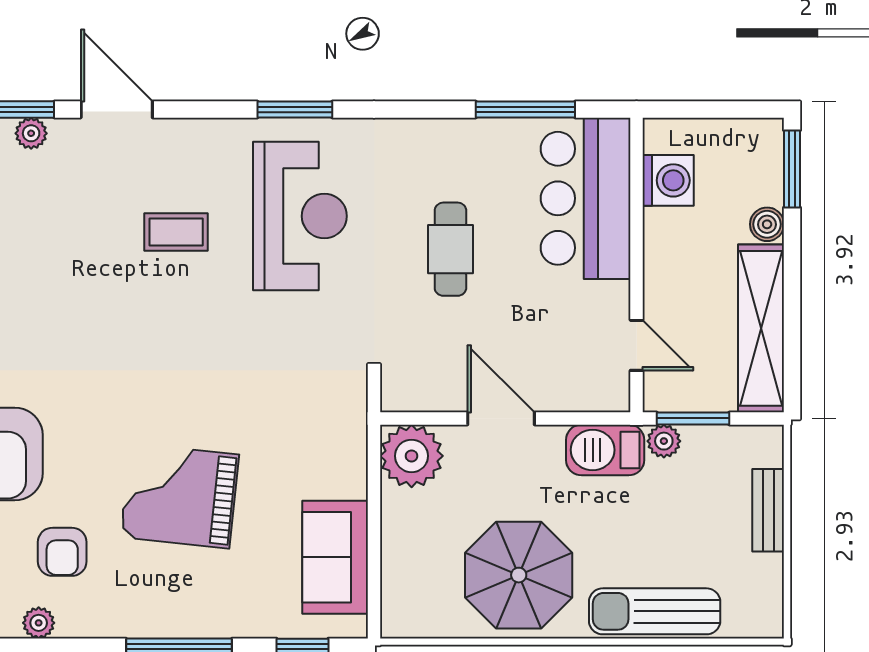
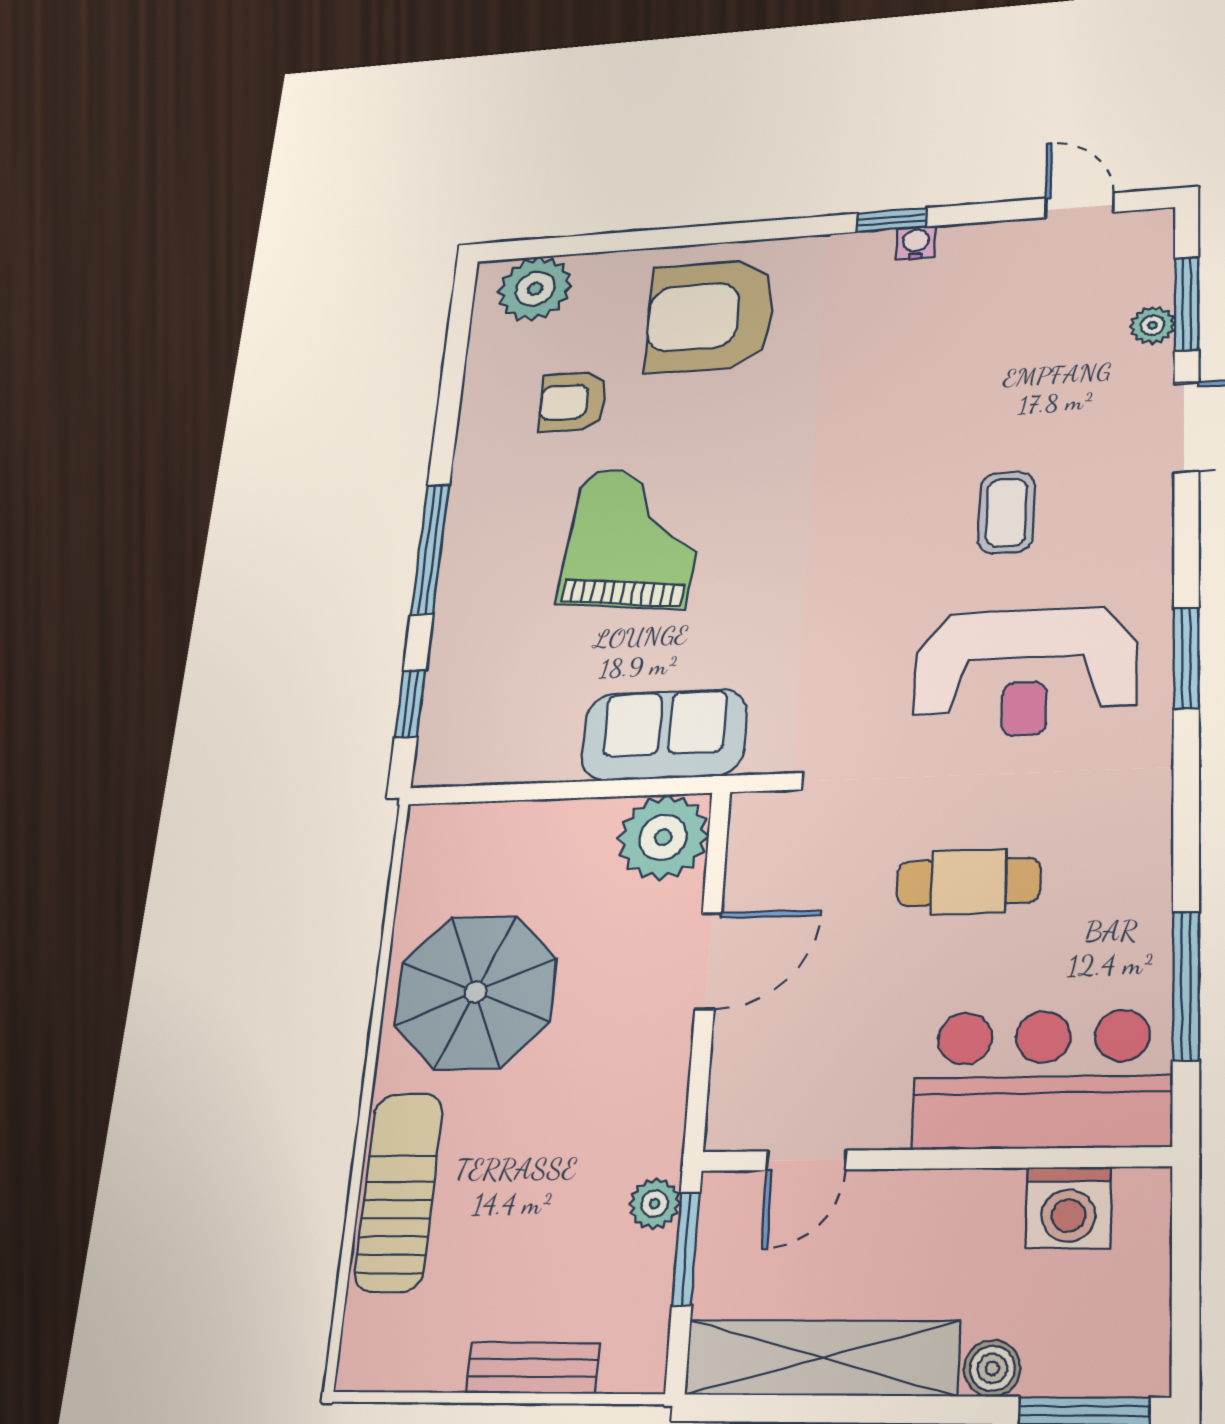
barbecue: (605, 450) -> (648, 1115), removed
sofa: (335, 557) -> (664, 735), moved
plant: (39, 623) -> (483, 381), removed

